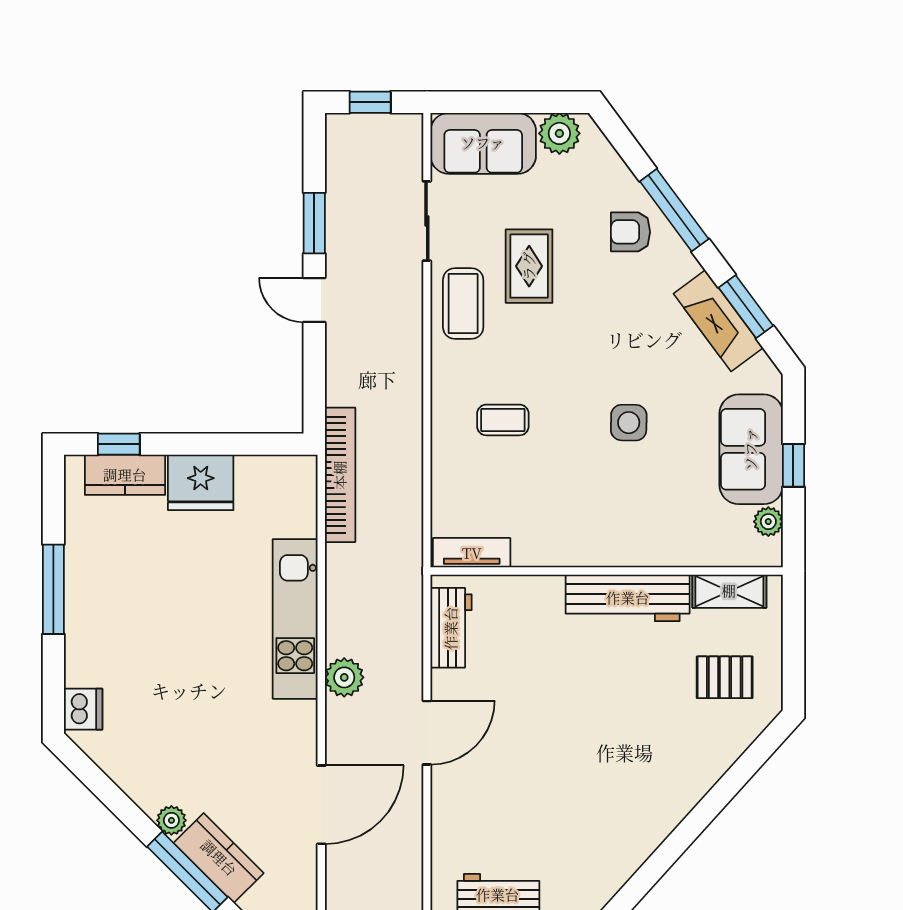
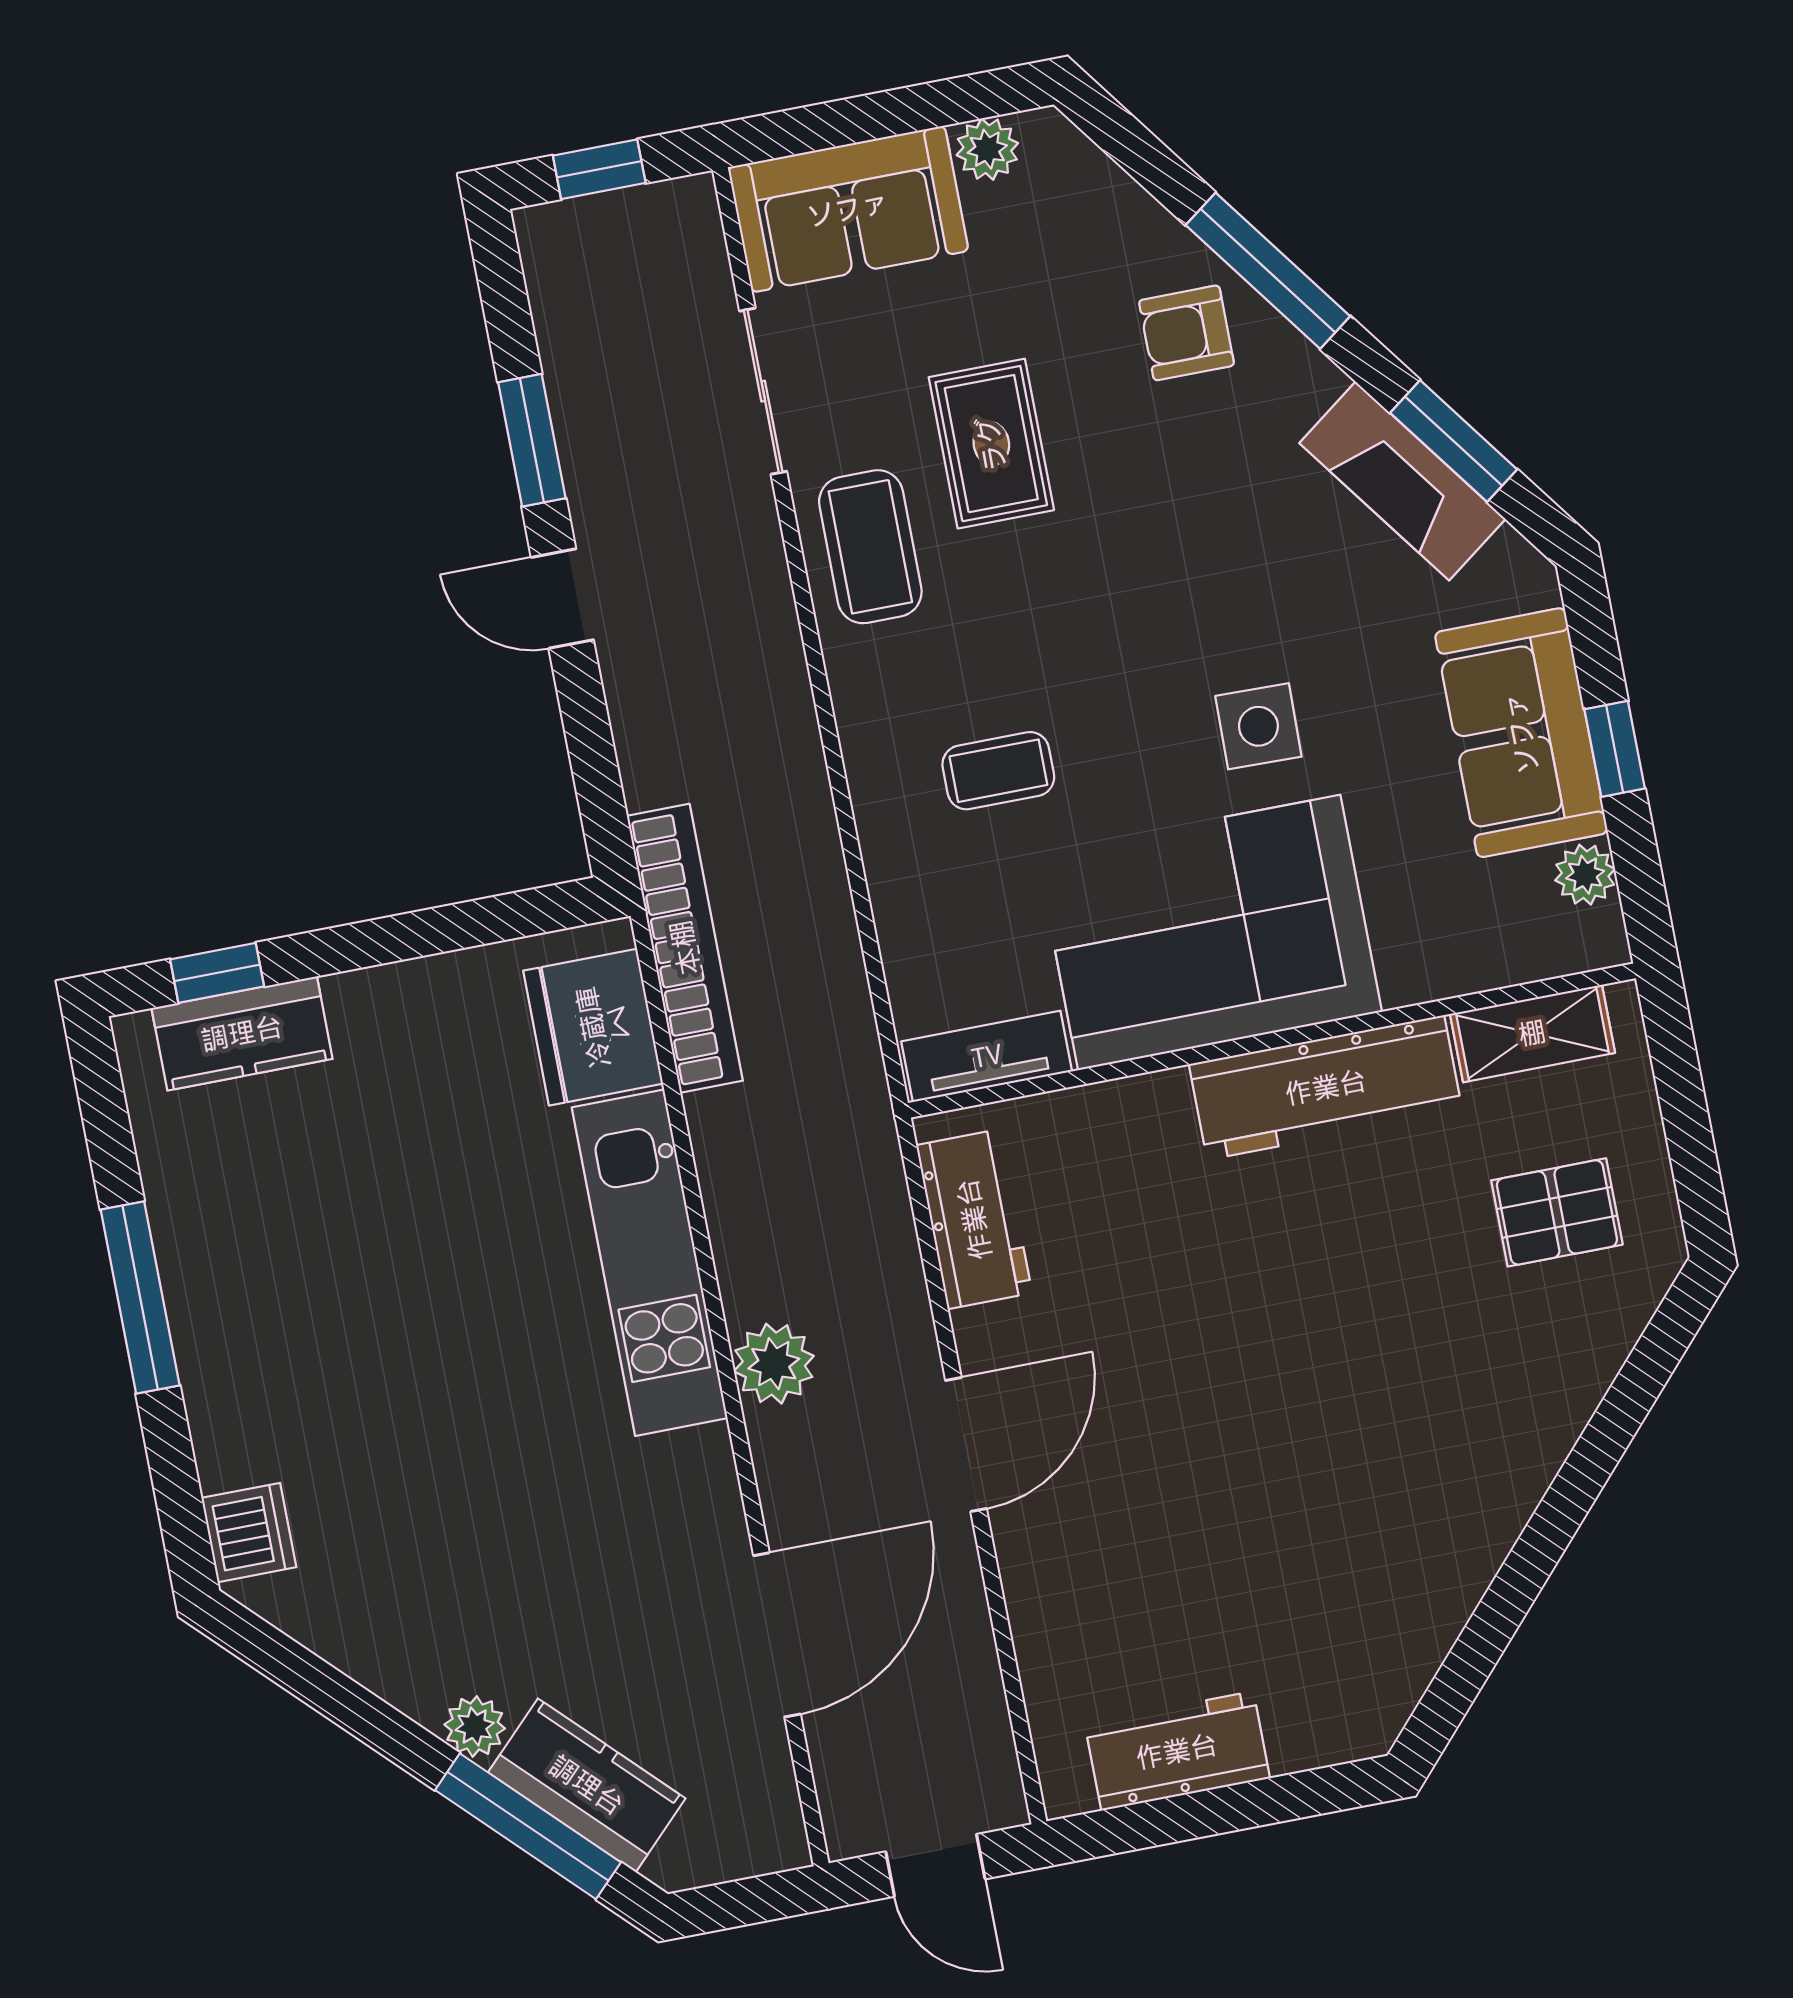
plant: (559, 133) -> (987, 149), width x0.73, depth x0.73
fridge: (201, 482) -> (593, 1027), moved, turned 90
corner sofa: (587, 515) -> (1209, 933), added

